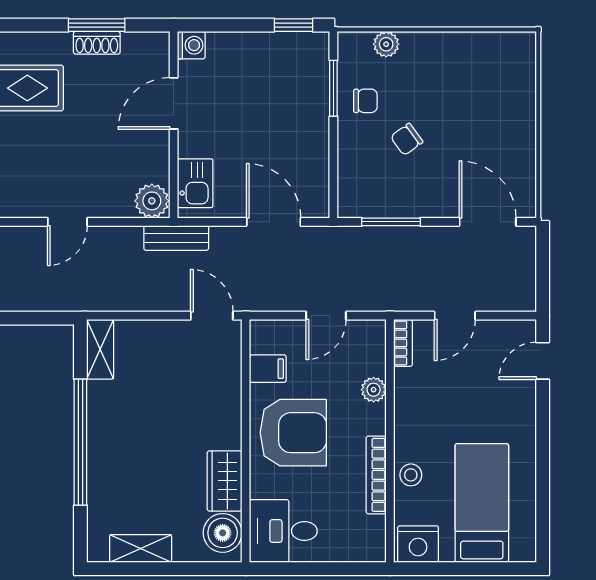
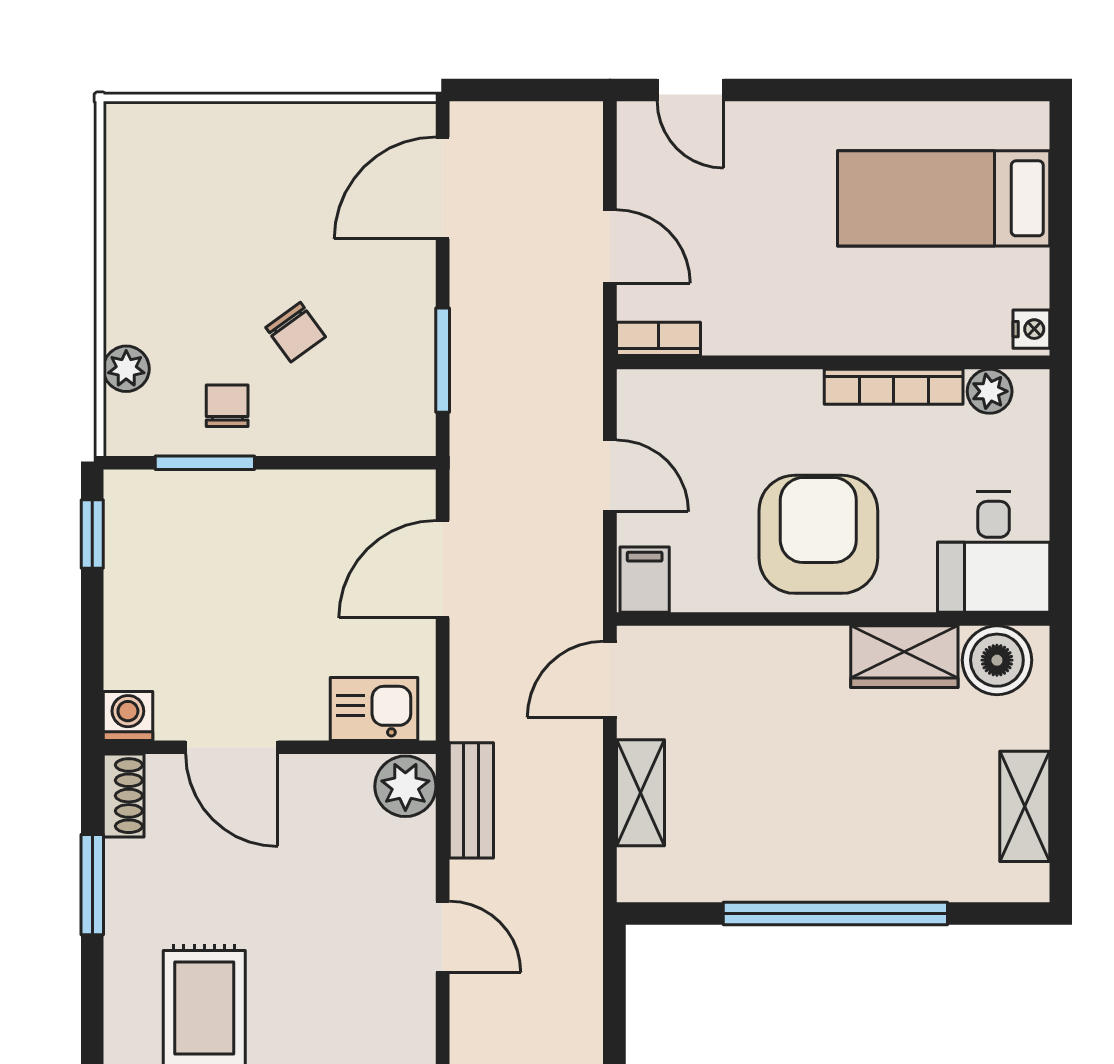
shoe rack: (97, 43) -> (124, 796), moved
bench: (176, 238) -> (471, 800), moved
shelving: (100, 349) -> (641, 793), moved, turned 90
filing cabinet: (268, 369) -> (645, 580), moved
plant: (374, 390) -> (990, 391), moved
stool: (411, 475) -> (894, 325), removed
nightstand: (418, 544) -> (1031, 329), width x0.53, depth x0.56

